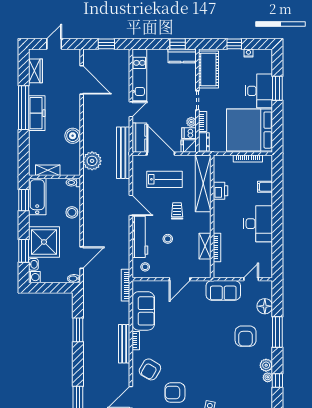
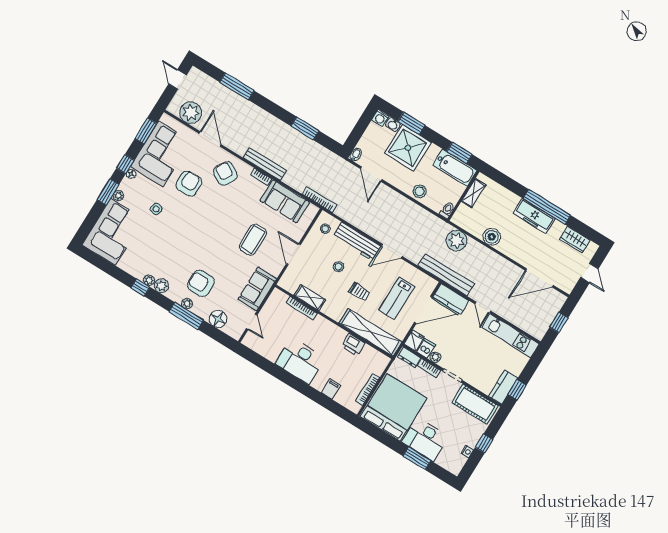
coffee table: (188, 317) -> (253, 240), added
plant: (268, 337) -> (187, 304), added

